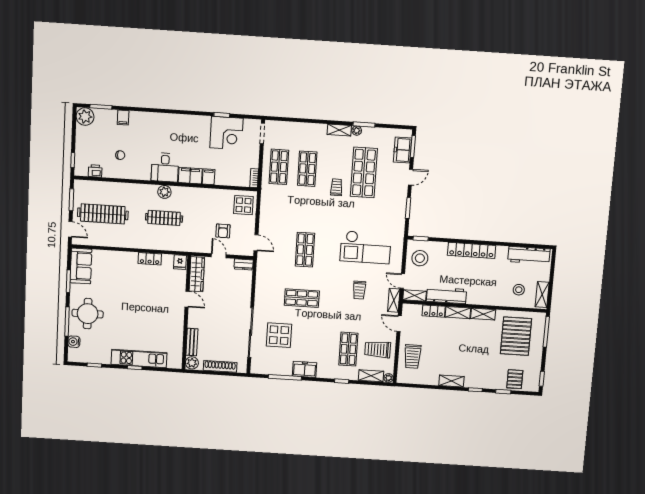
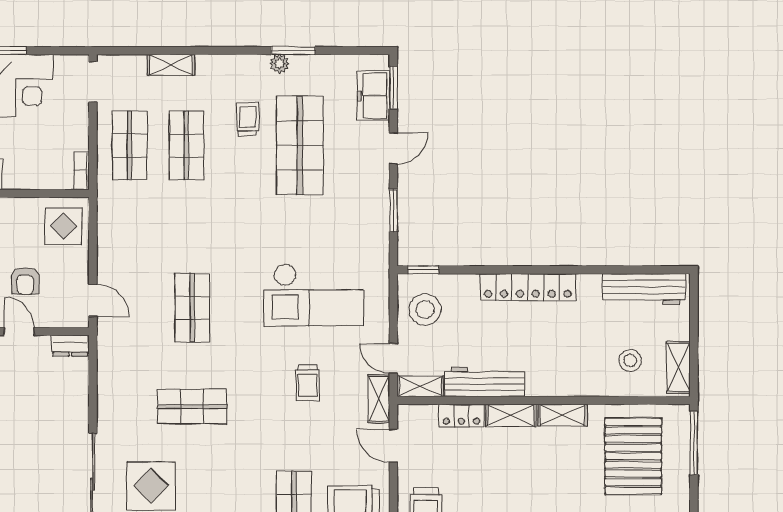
shelving: (339, 130) -> (171, 65), moved
trolley: (336, 187) -> (248, 119), moved

